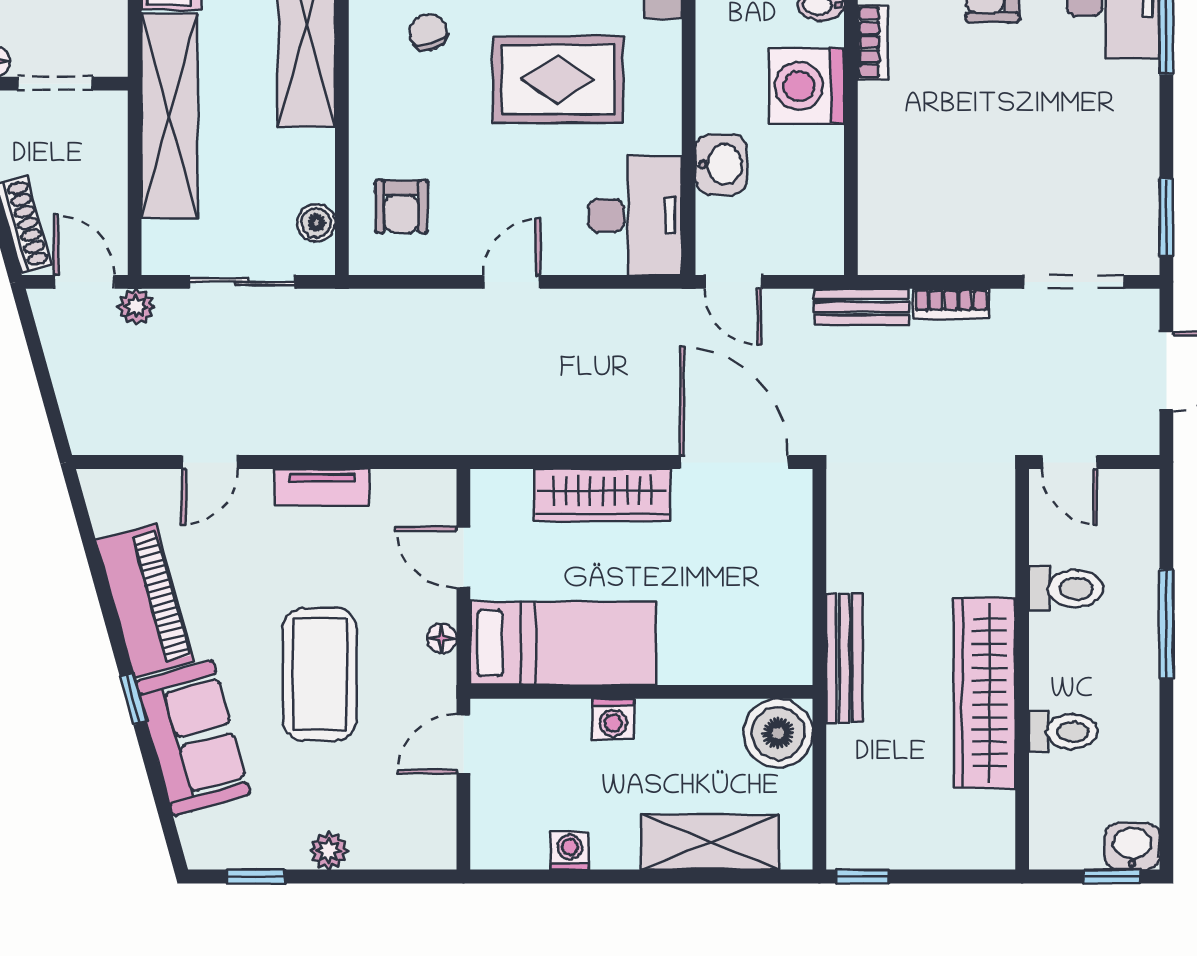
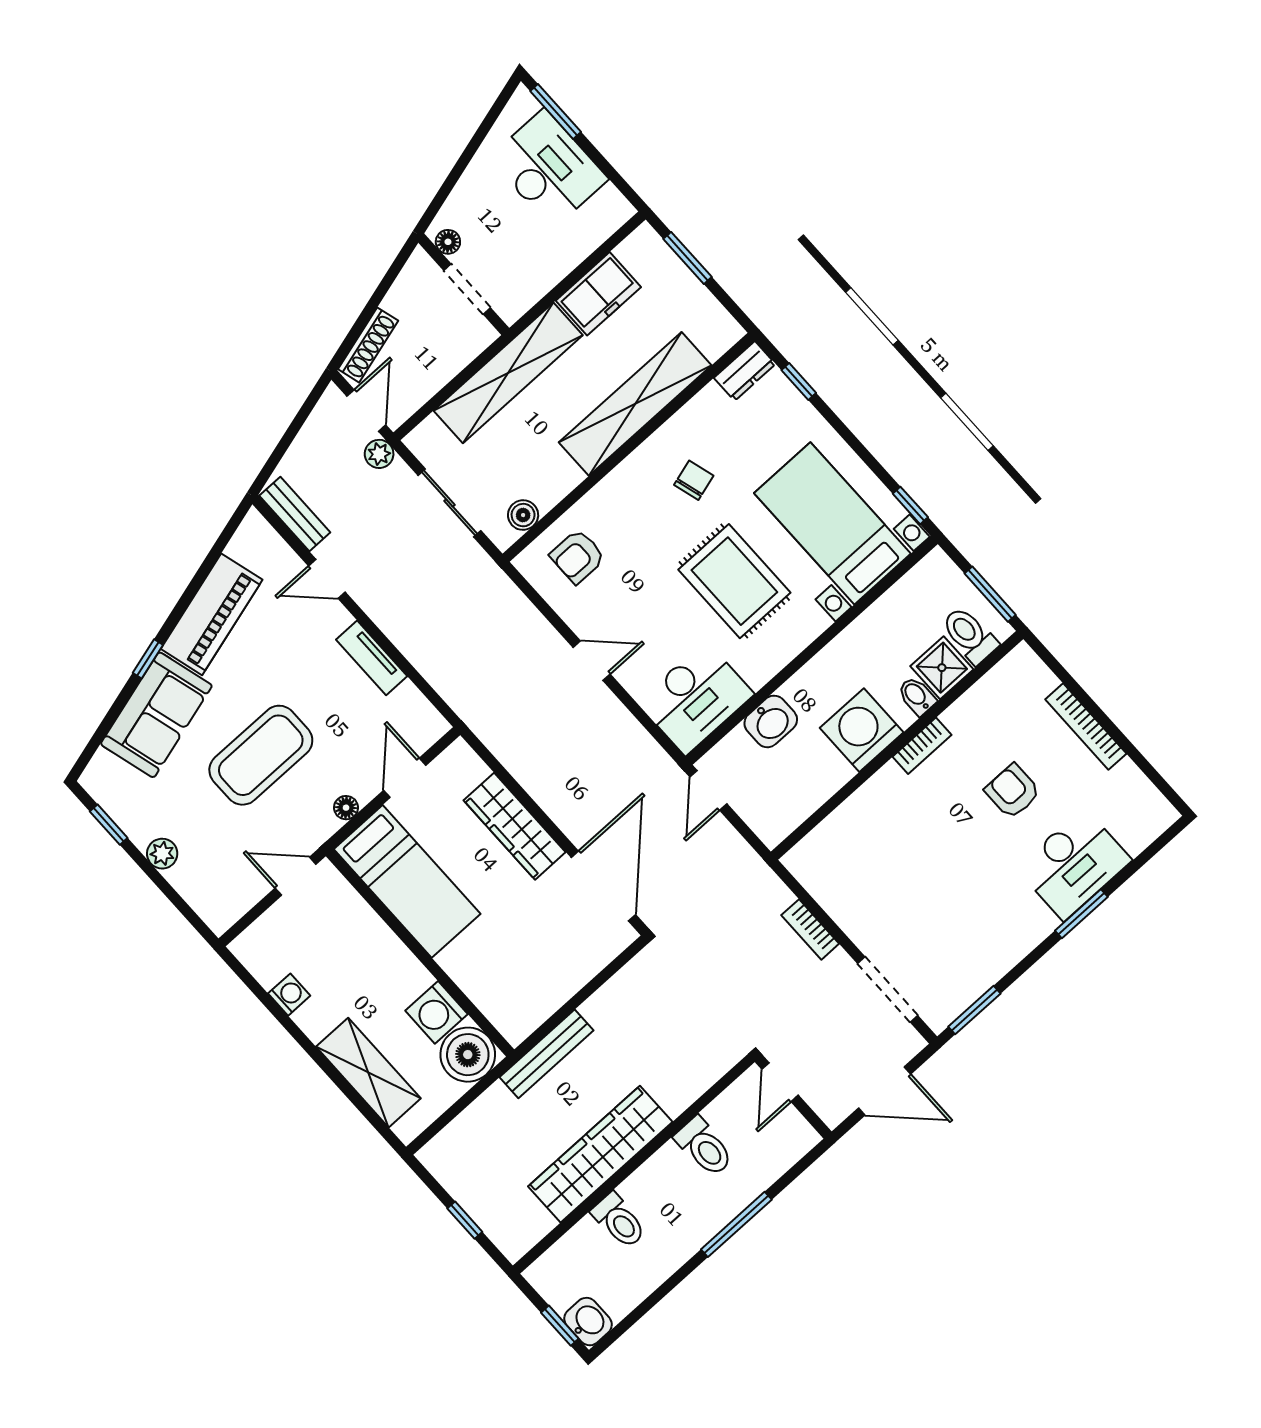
bench: (862, 307) -> (295, 514), moved
washing machine: (613, 719) -> (436, 1012), moved, width x1.38, depth x1.38
window: (863, 877) -> (465, 1220), moved

